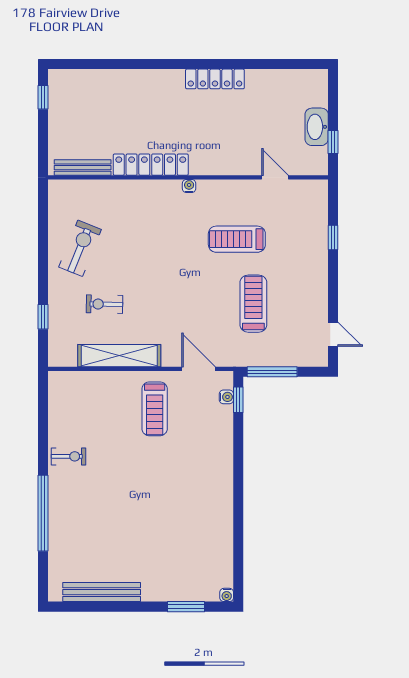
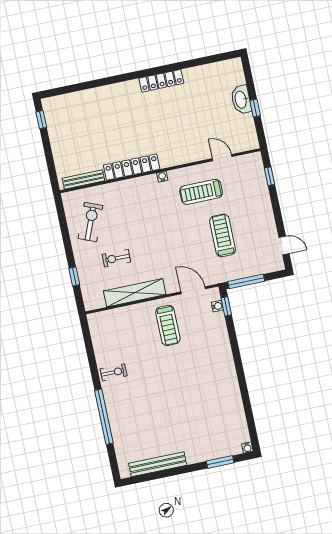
locker: (151, 165) -> (132, 167), moved
bench: (83, 168) -> (83, 179), moved
wall: (188, 177) -> (160, 171), moved
door: (275, 177) -> (222, 158), moved
water cooler: (189, 186) -> (162, 177), moved

